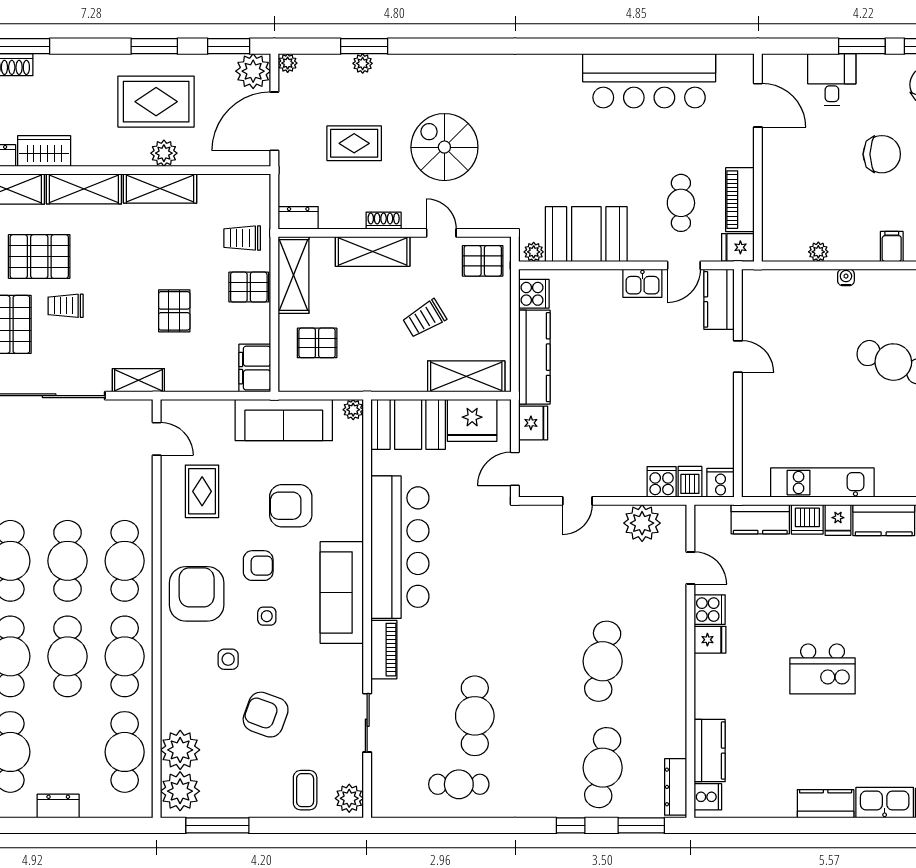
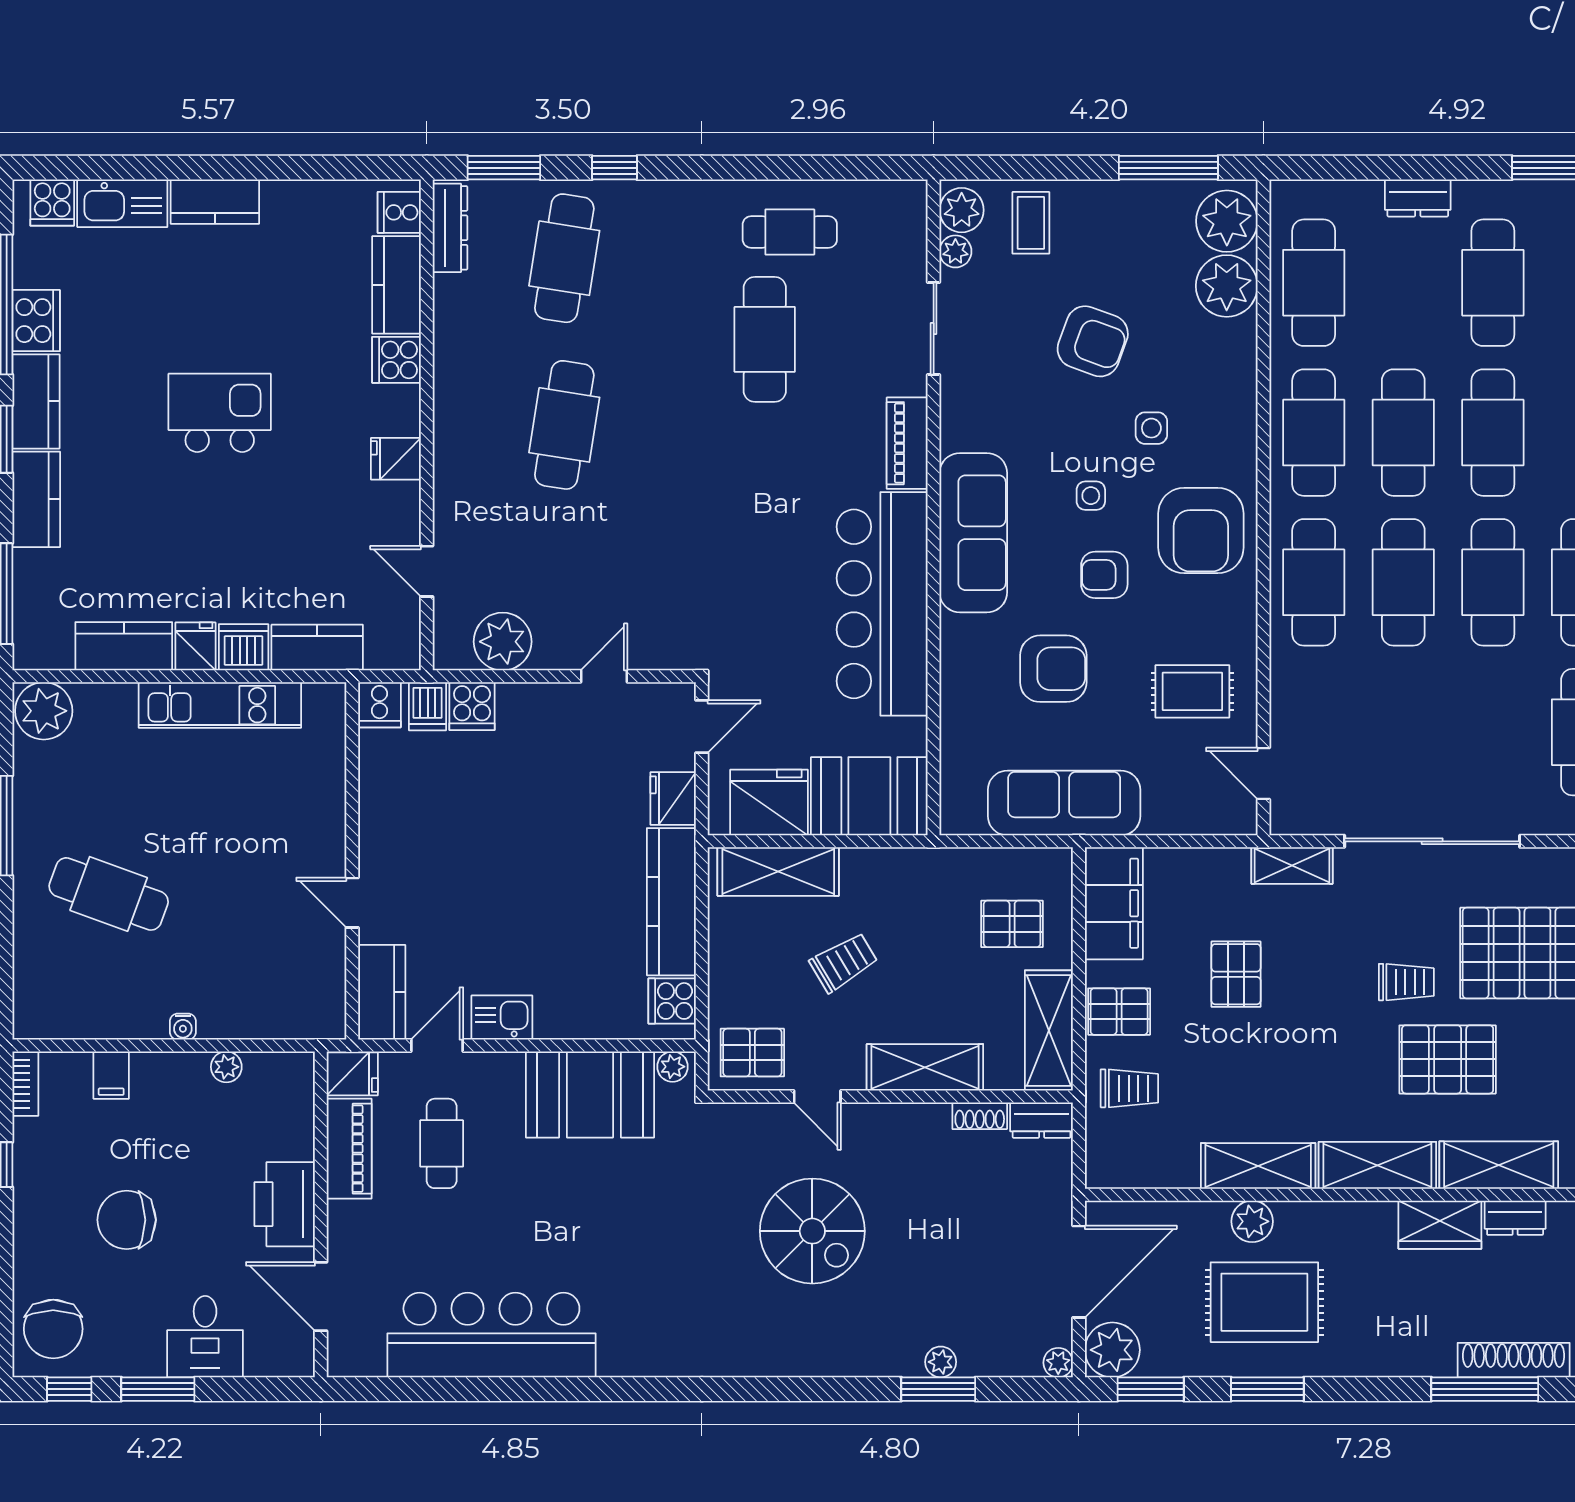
rug: (354, 143) -> (954, 1237), removed
printer: (781, 164) -> (285, 1204), added
shoe rack: (384, 221) -> (980, 1116), moved
filing cabinet: (255, 368) -> (1114, 903), width x1.50, depth x1.17
plant: (353, 410) -> (955, 251), moved
rug: (202, 491) -> (1192, 691), turned 90
cooker: (710, 610) -> (397, 360), moved

